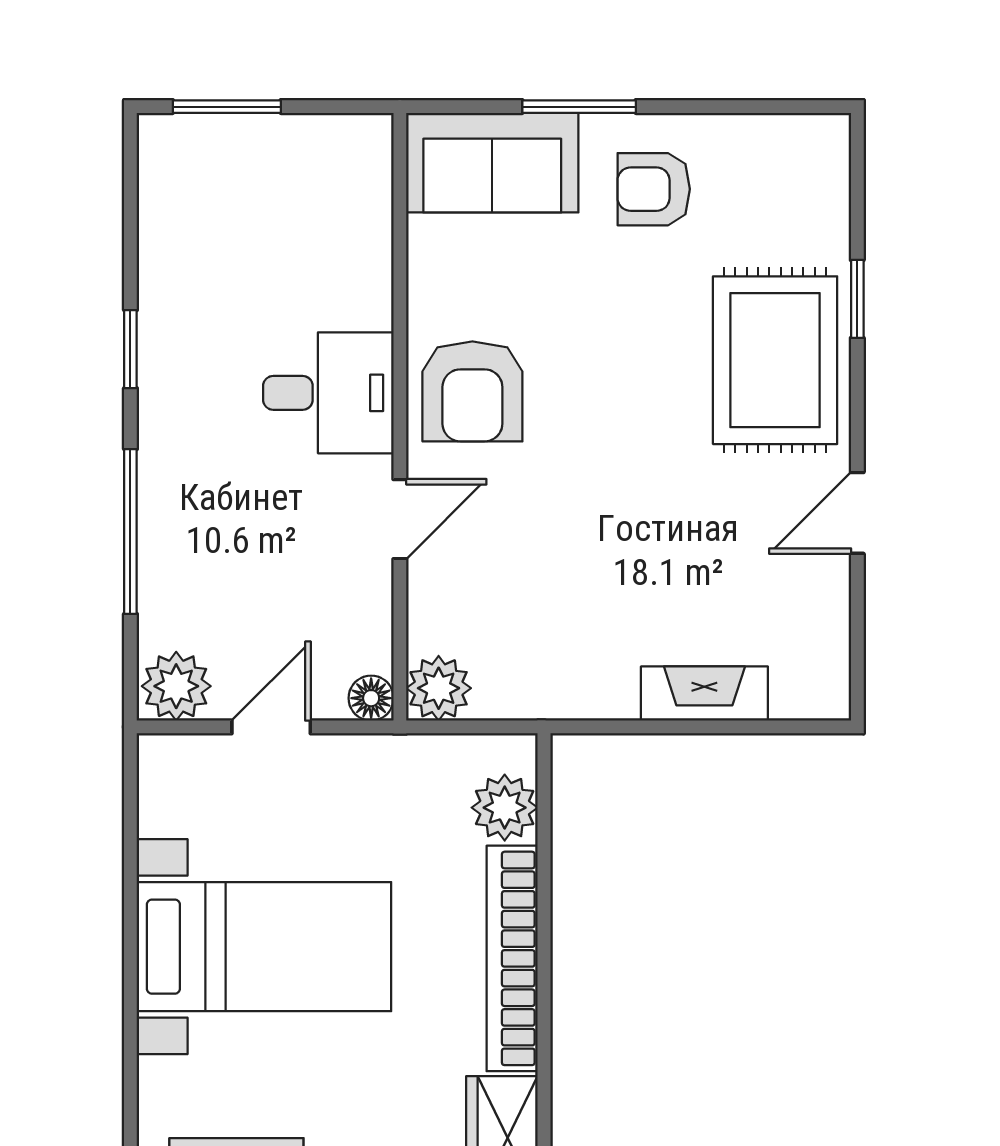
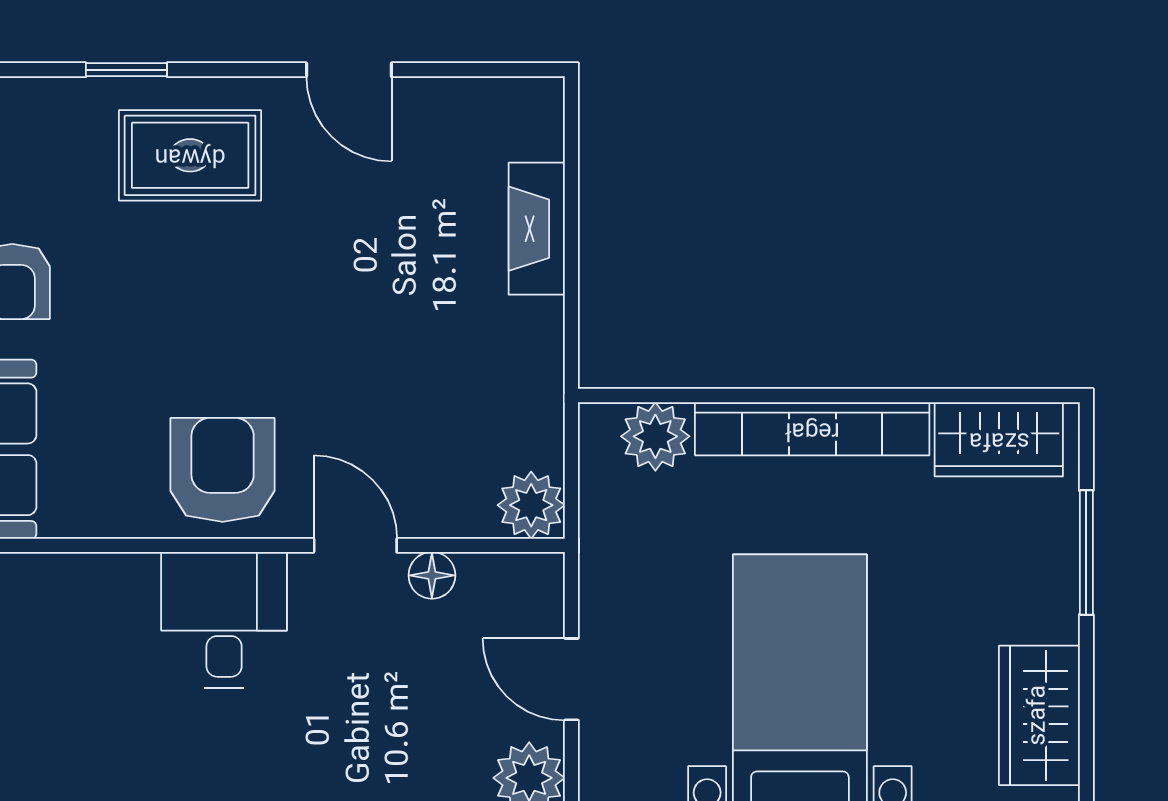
rug: (775, 360) -> (190, 155), width x0.73, depth x0.70
armchair: (472, 391) -> (223, 470), turned -90
floor lamp: (371, 698) -> (432, 575), moved

